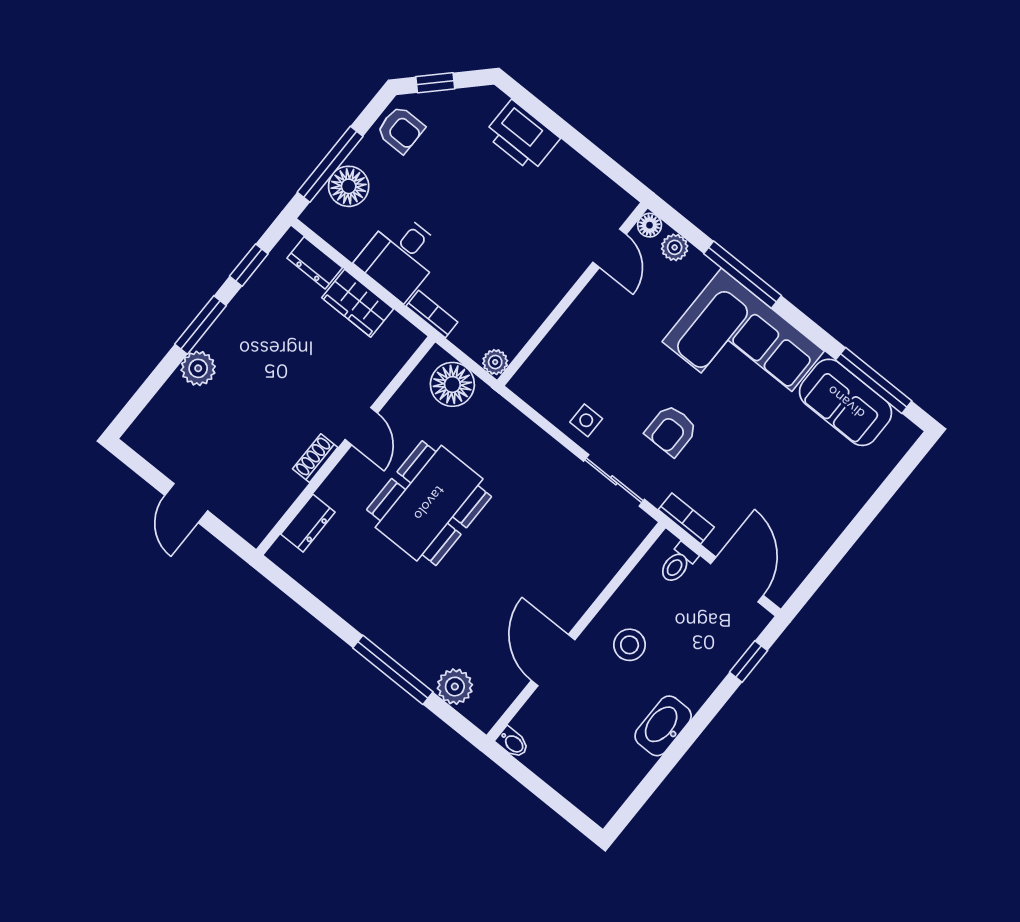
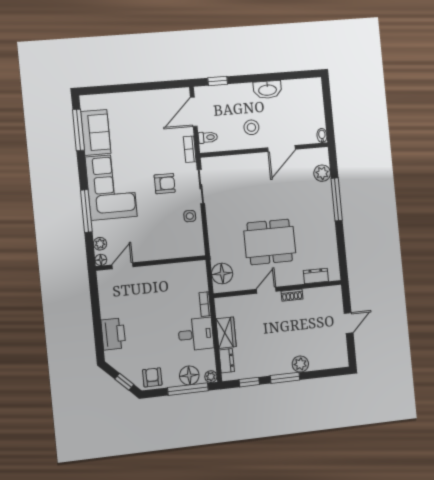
plant: (495, 362) -> (211, 377), moved

